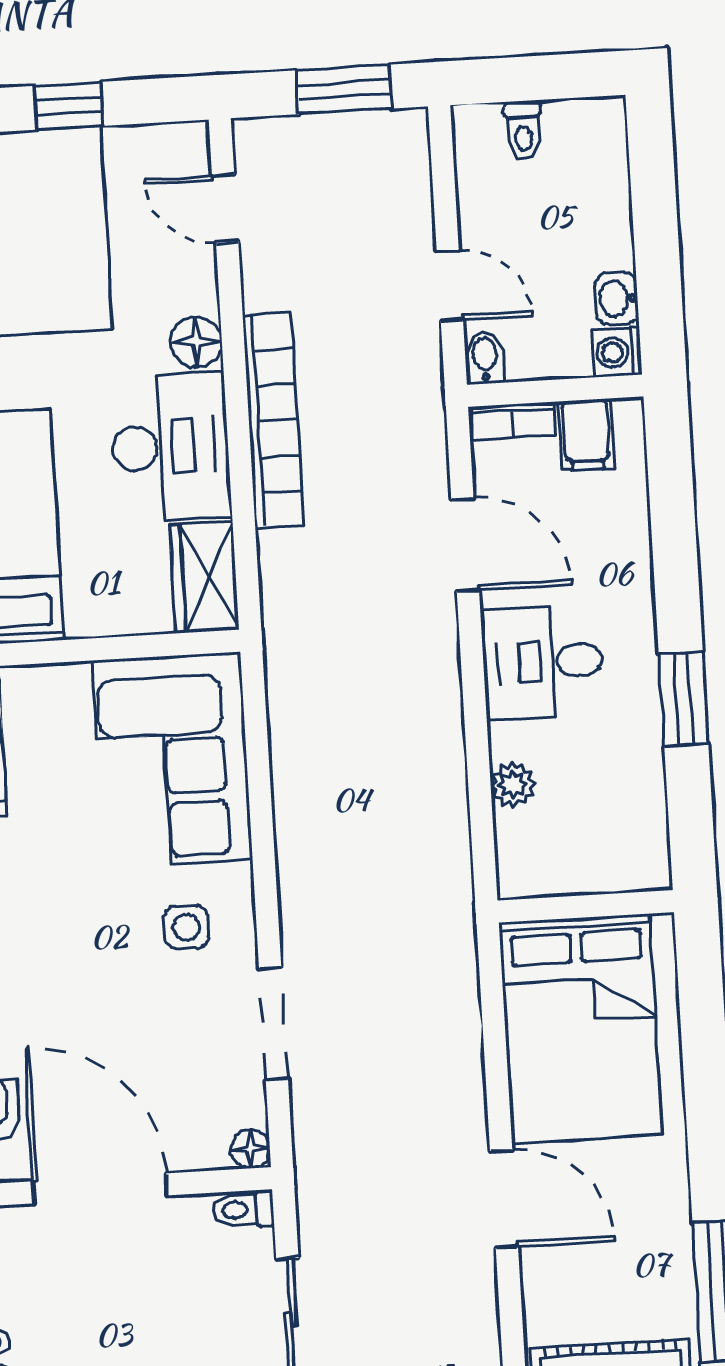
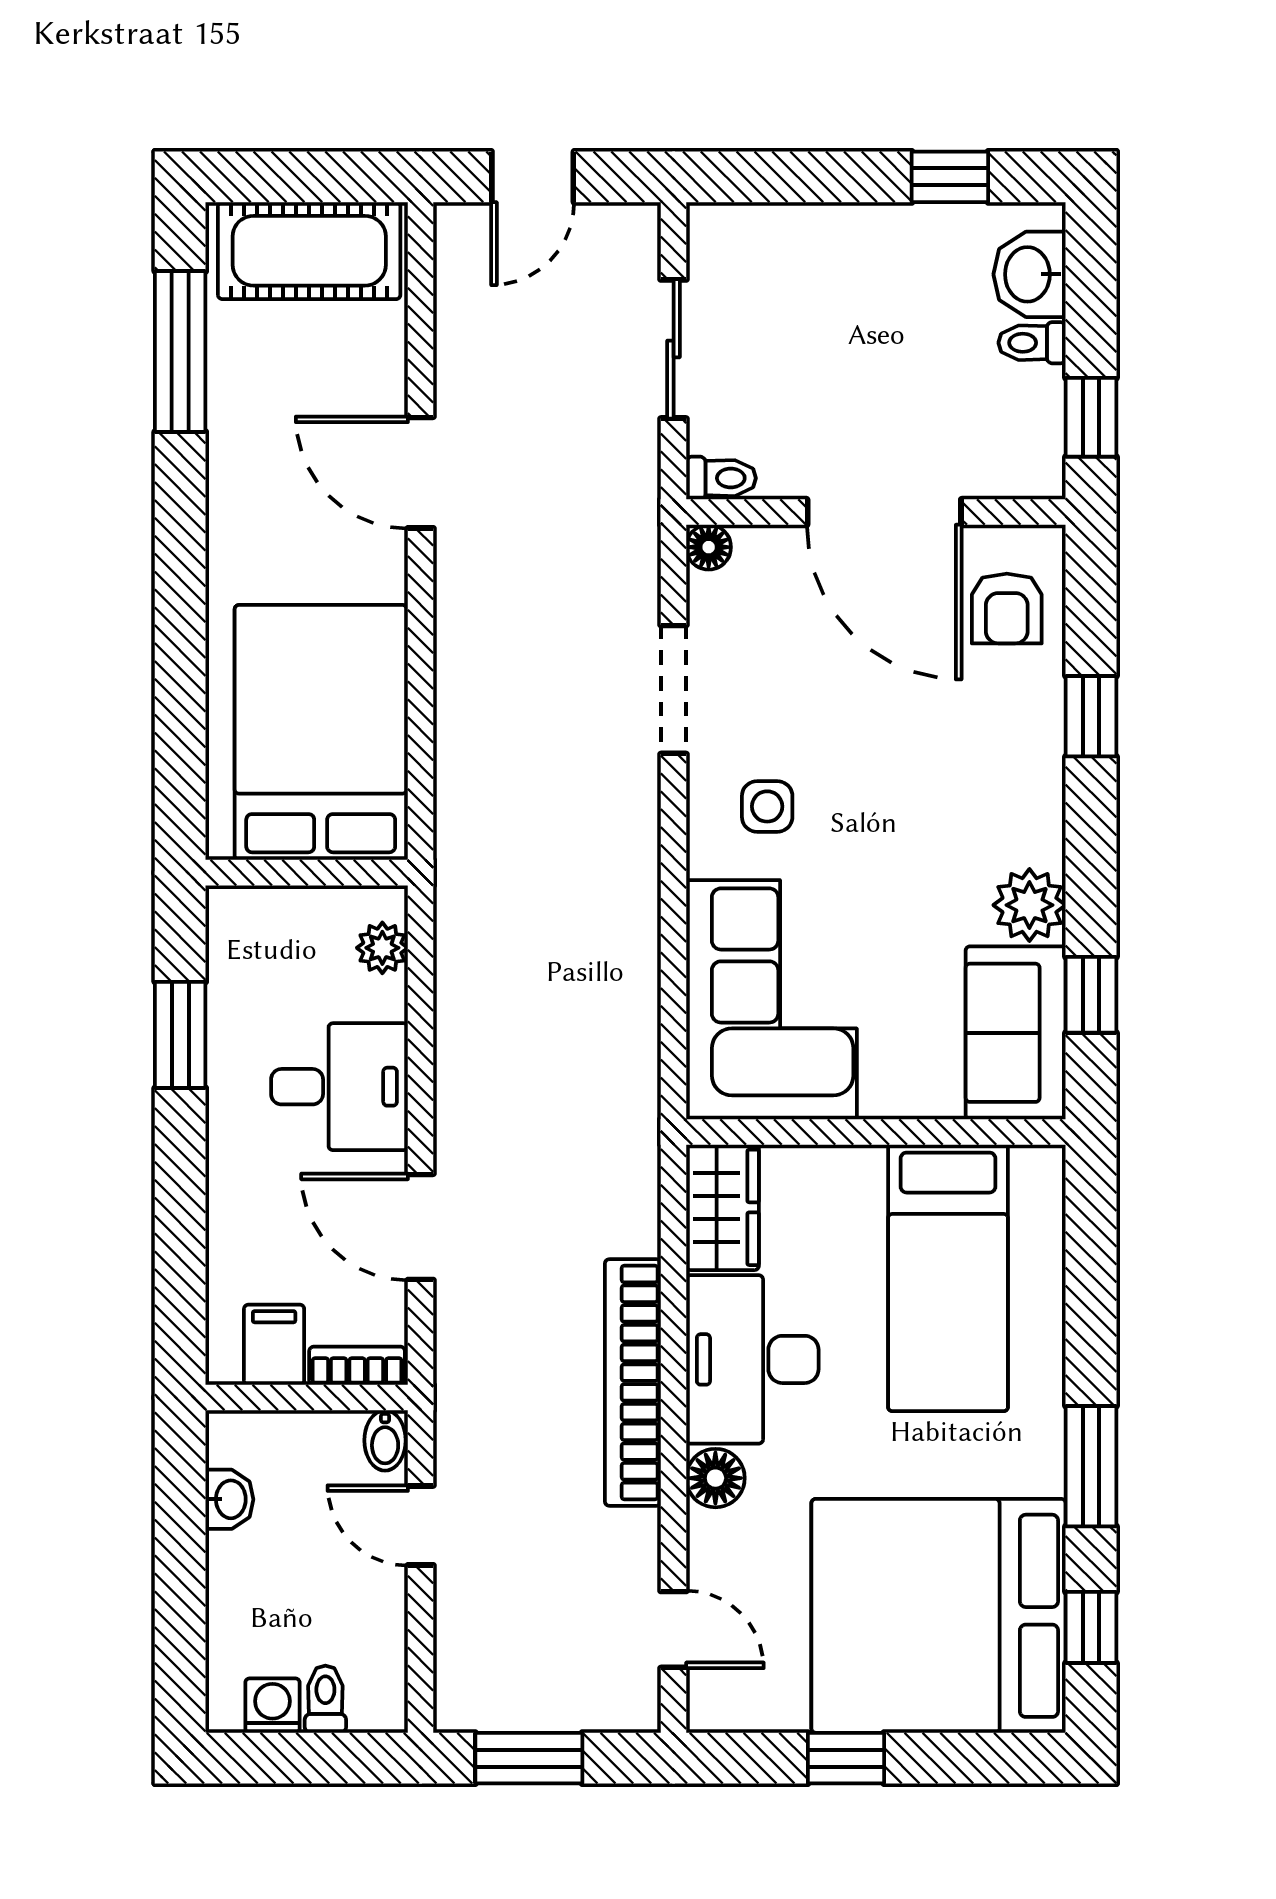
washing machine: (617, 352) -> (272, 1706), moved, turned -90
wall: (586, 906) -> (307, 873), moved
bed: (581, 1029) -> (321, 732), moved

